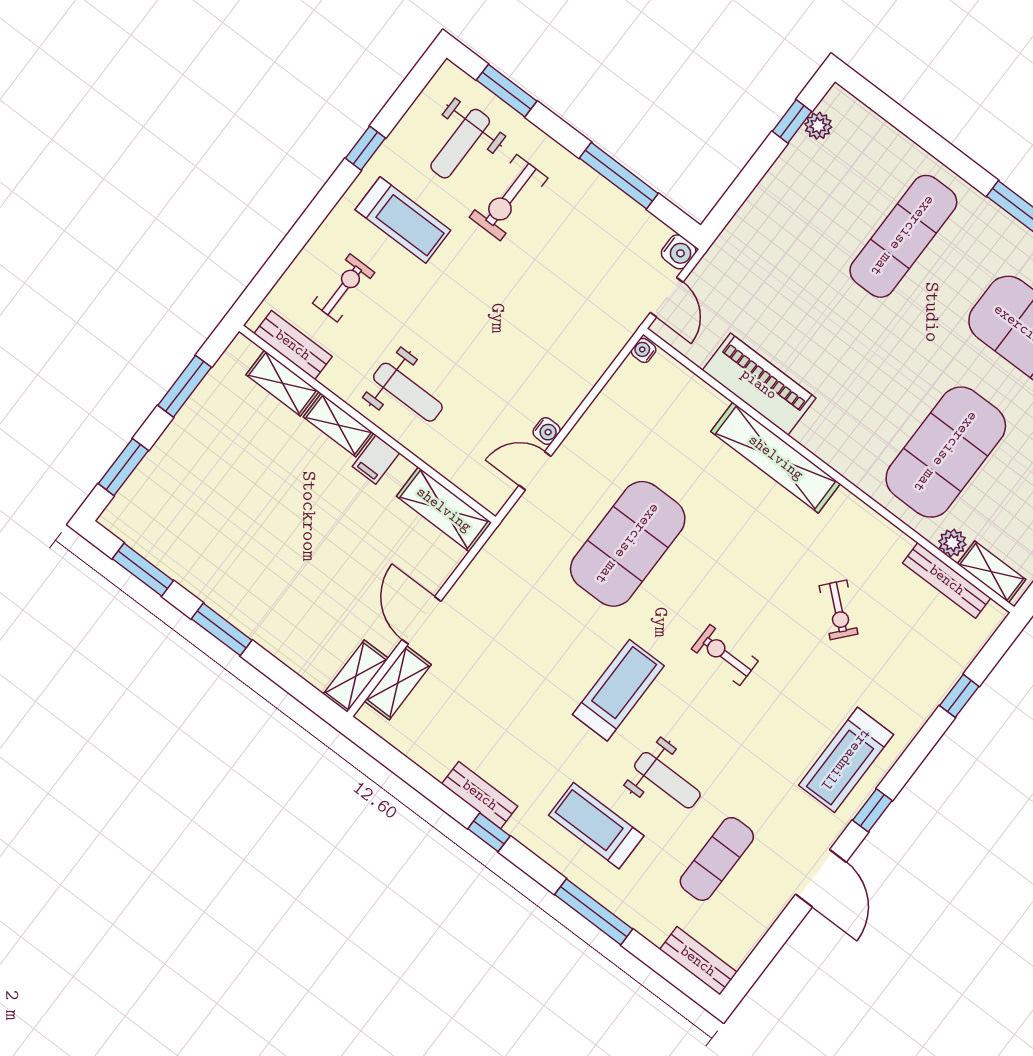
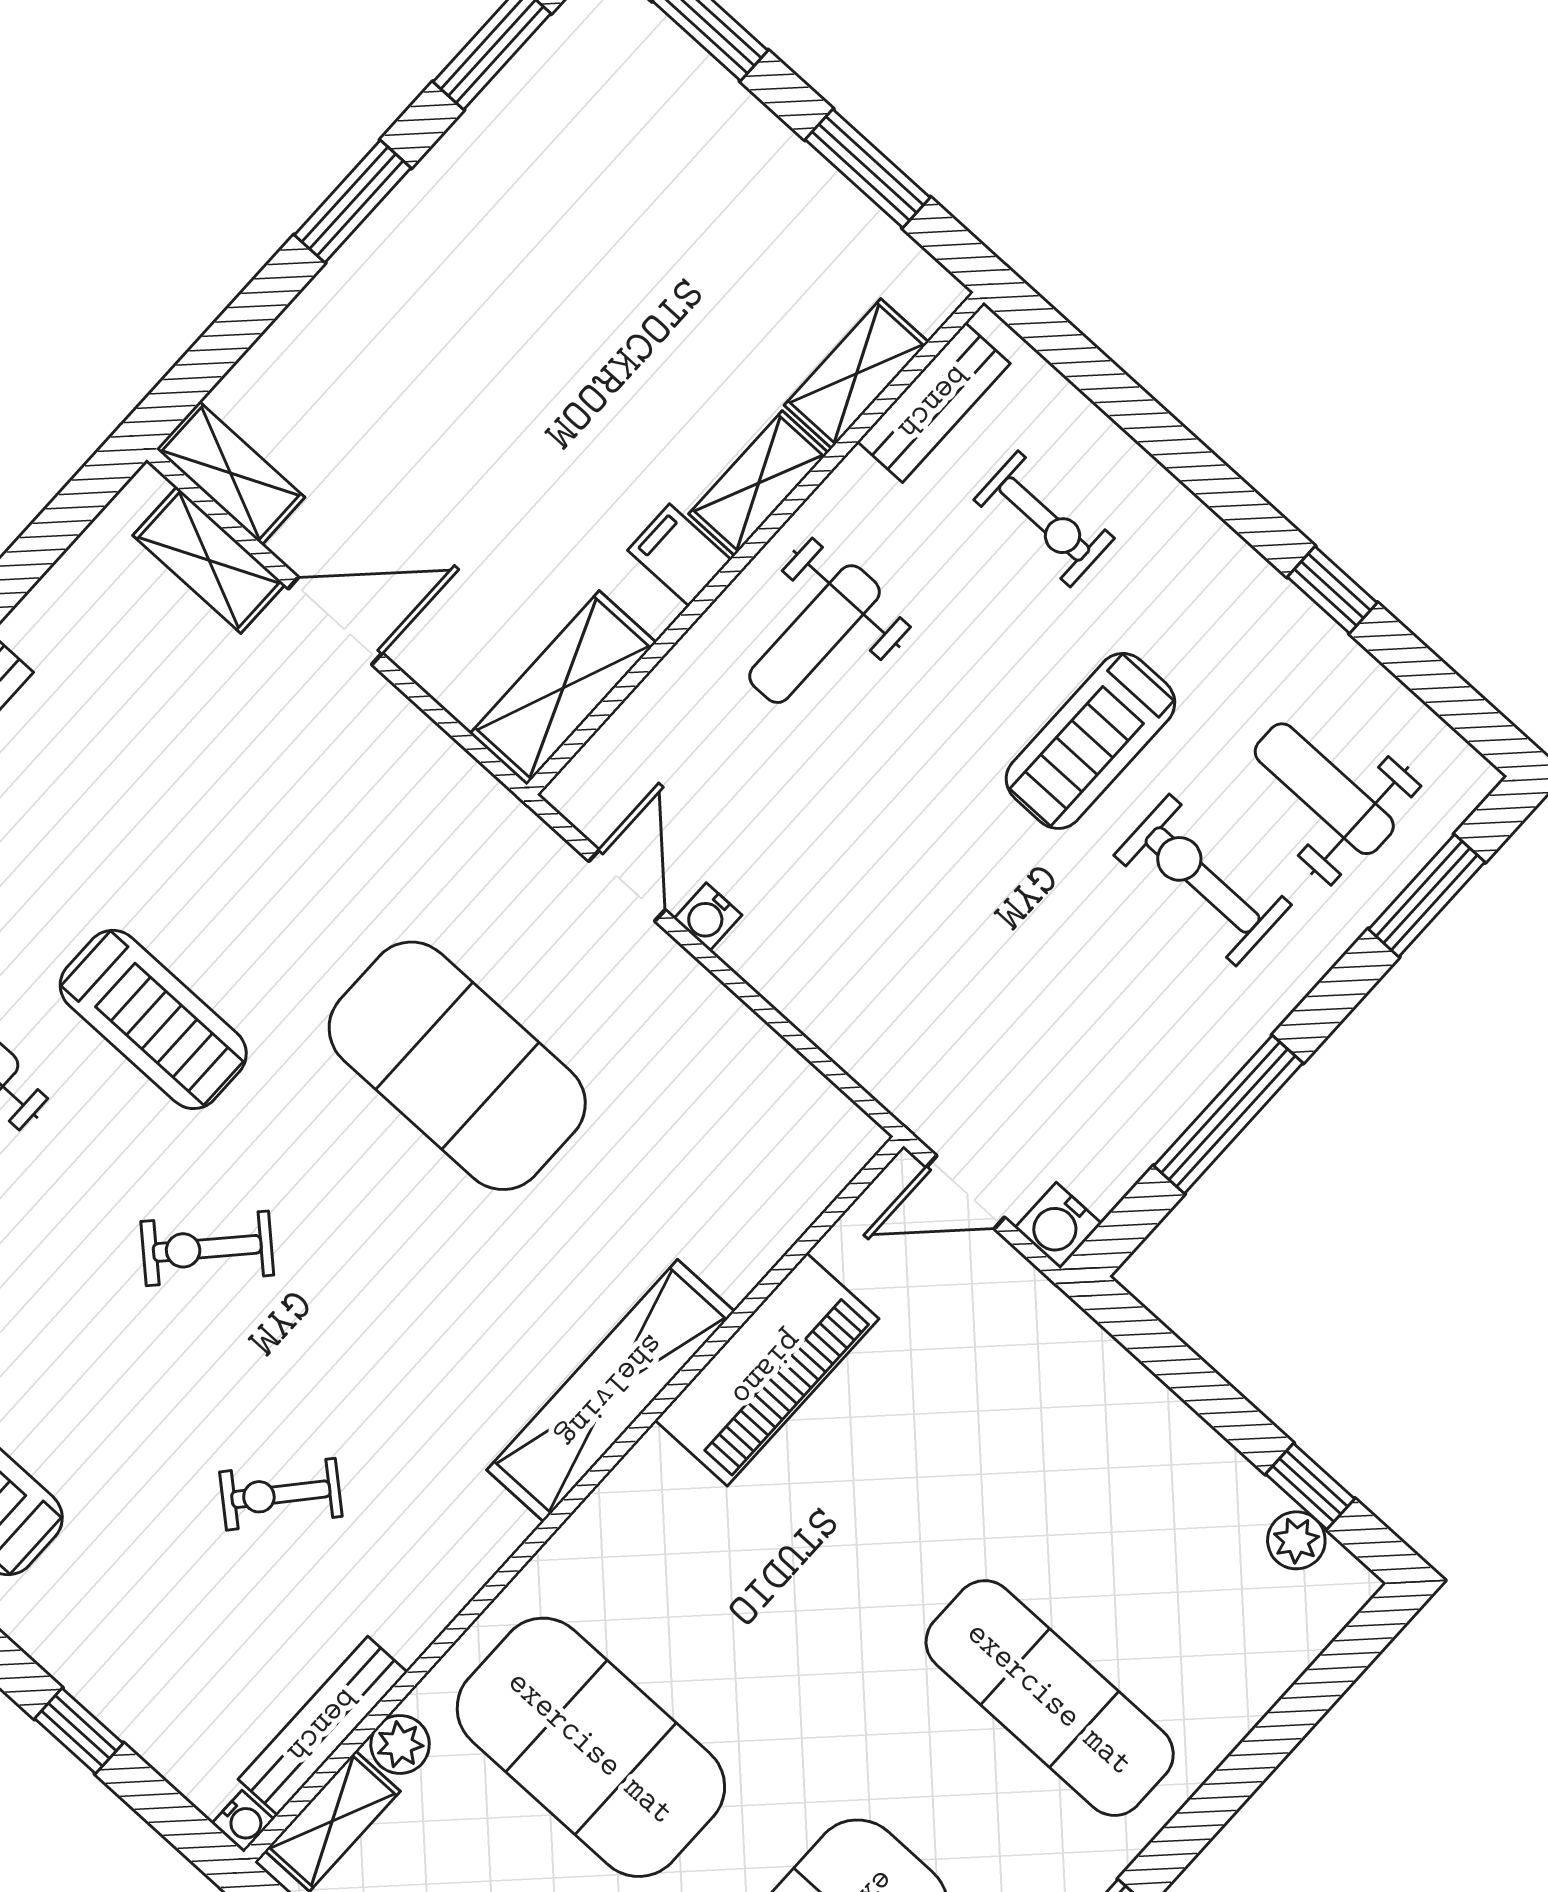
treadmill: (403, 220) -> (1090, 741), moved
water cooler: (644, 350) -> (243, 1821), moved, turned 90
exercise bike: (725, 655) -> (207, 1248), turned -137

